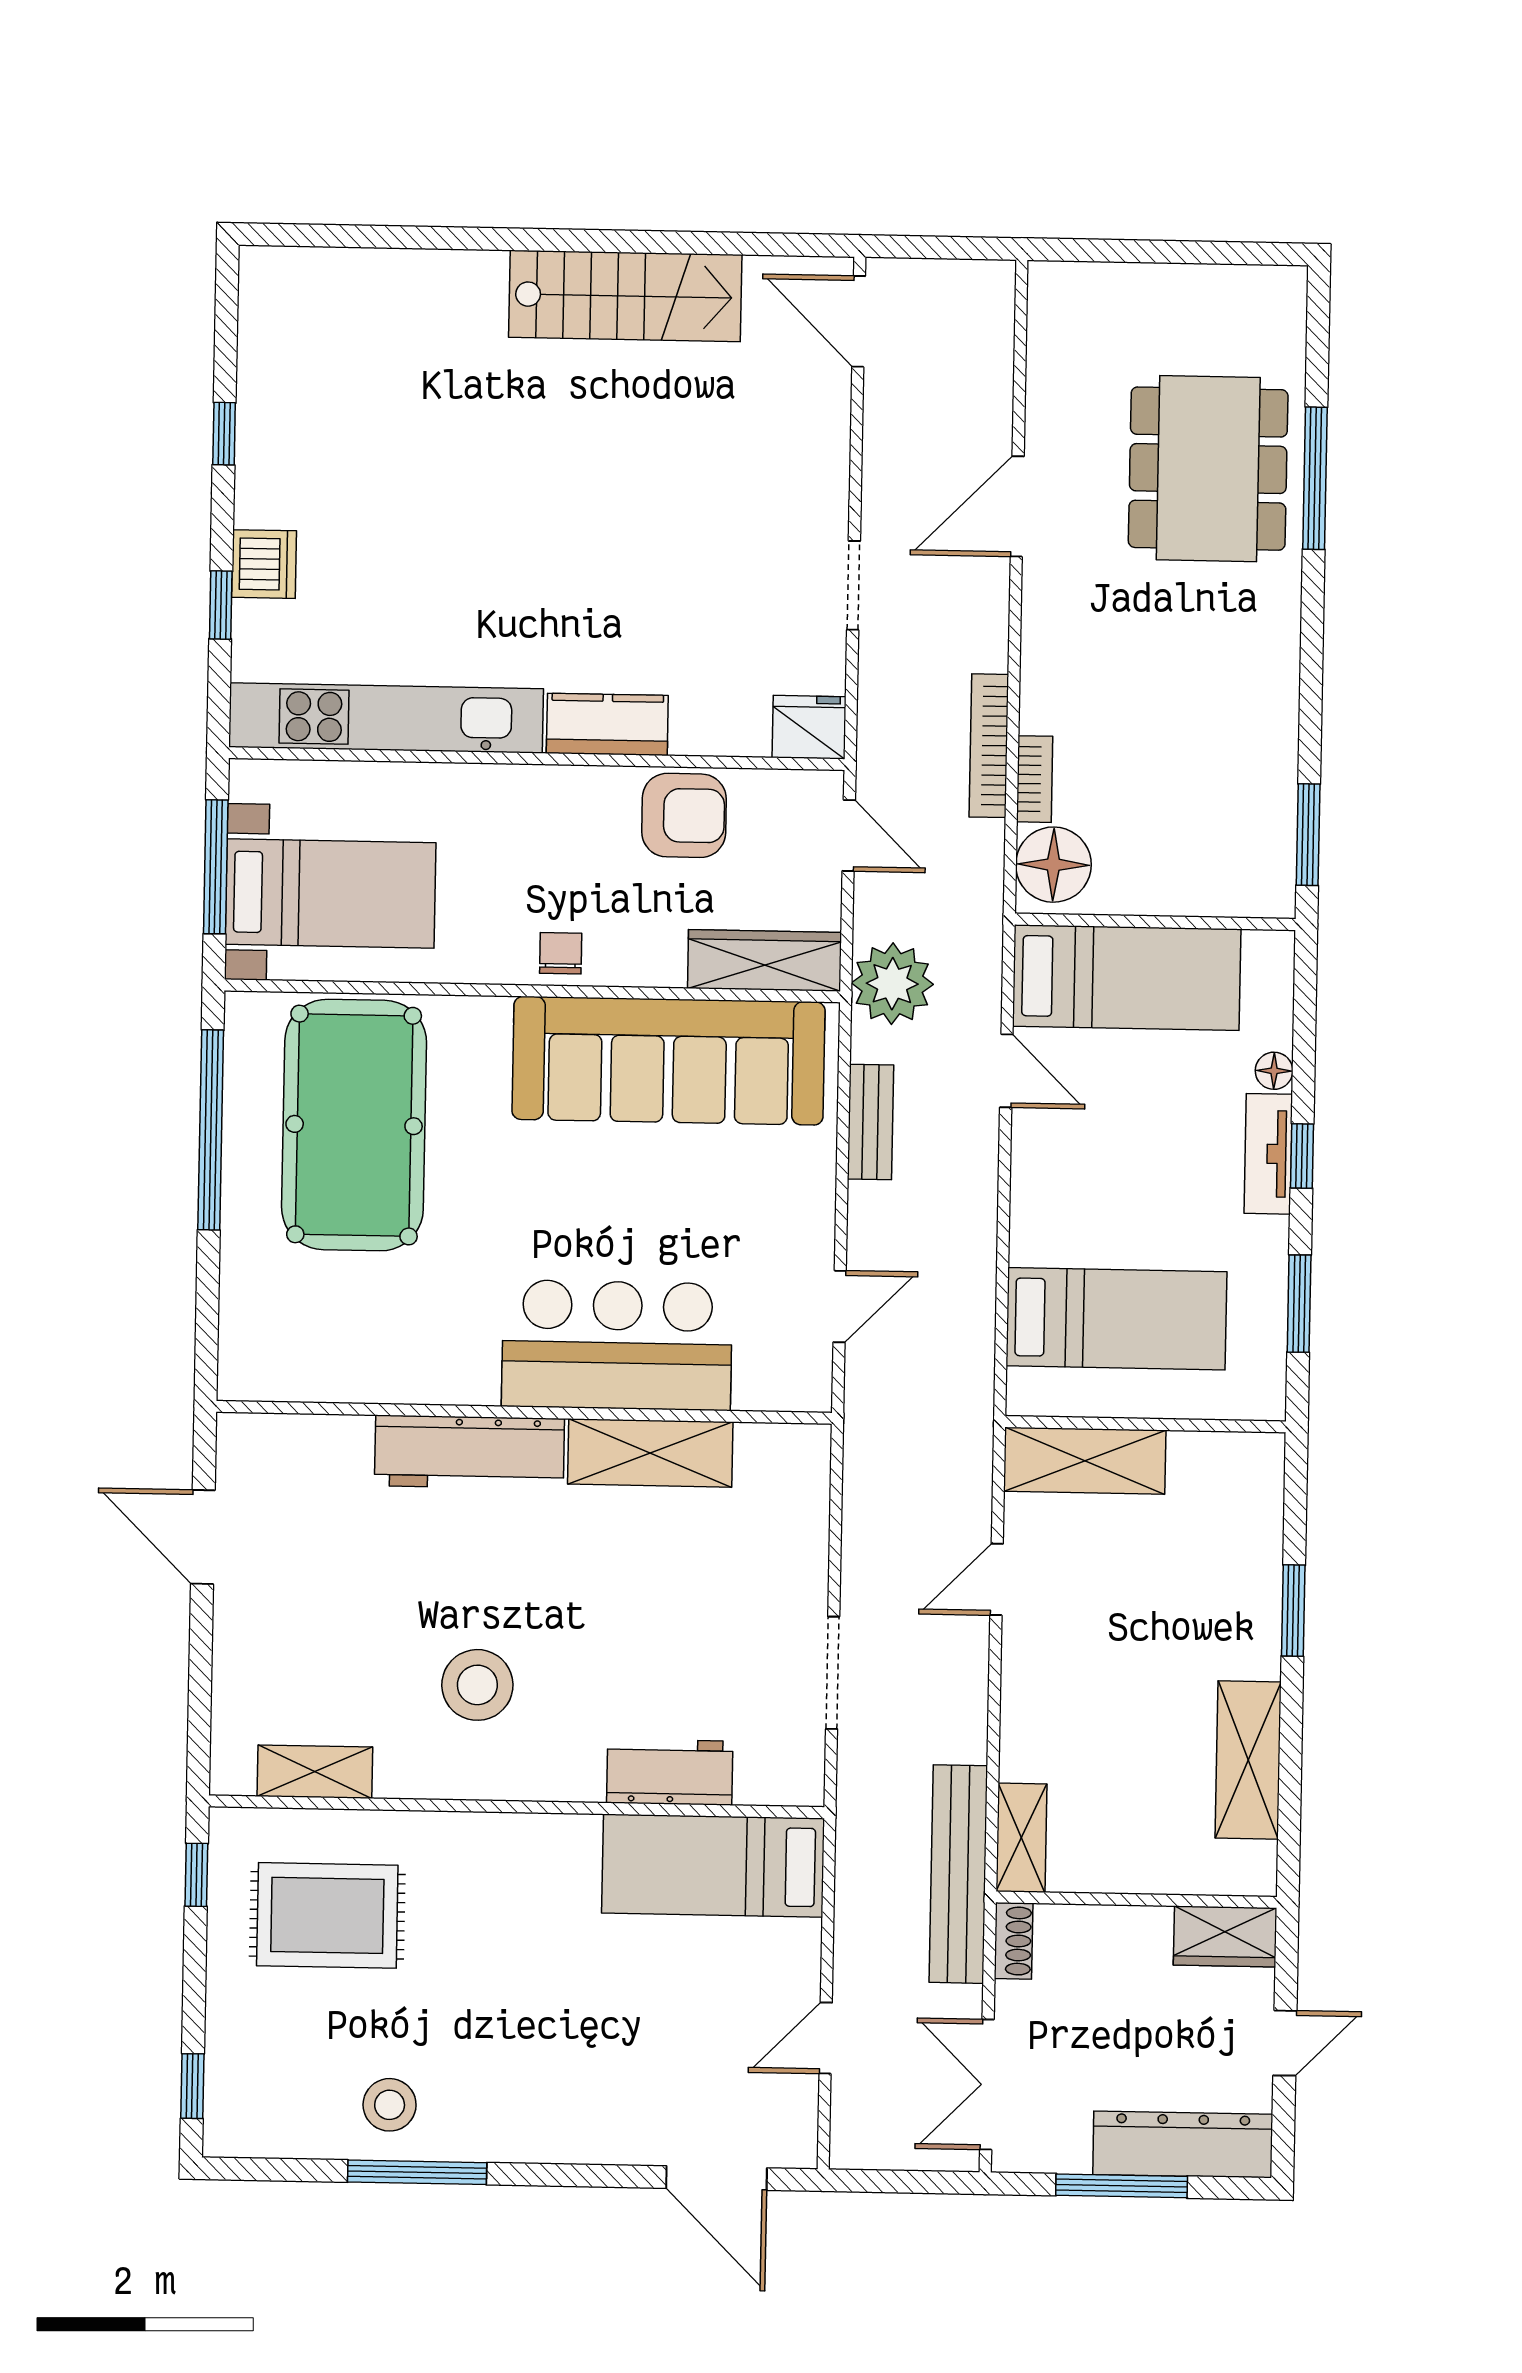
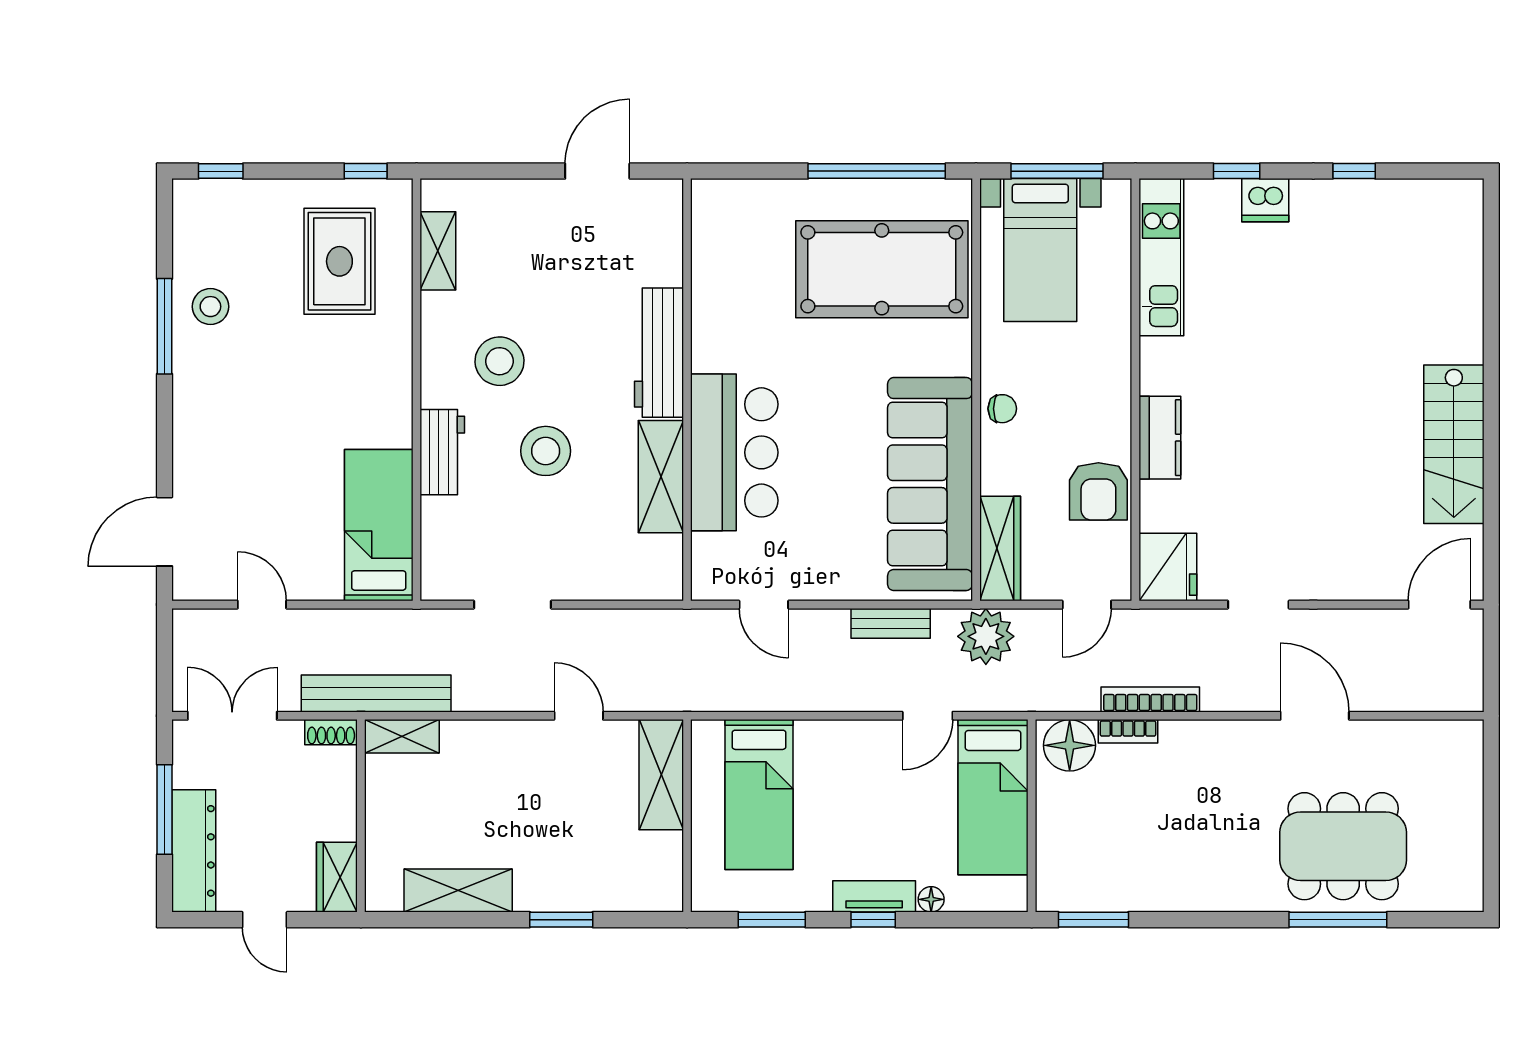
kitchen unit: (386, 718) -> (1161, 257), width x0.73
fridge: (809, 727) -> (1168, 567), width x1.36, depth x1.34
stool: (610, 1620) -> (546, 451), added
workbench: (670, 1772) -> (442, 452), moved

